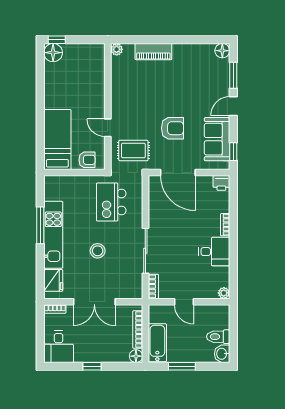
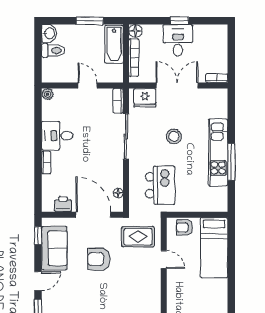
printer: (221, 183) -> (63, 204), moved
floor lamp: (153, 194) -> (118, 193), added
fridge: (53, 280) -> (145, 98), moved, turned -90
desk: (59, 347) -> (178, 40), moved

